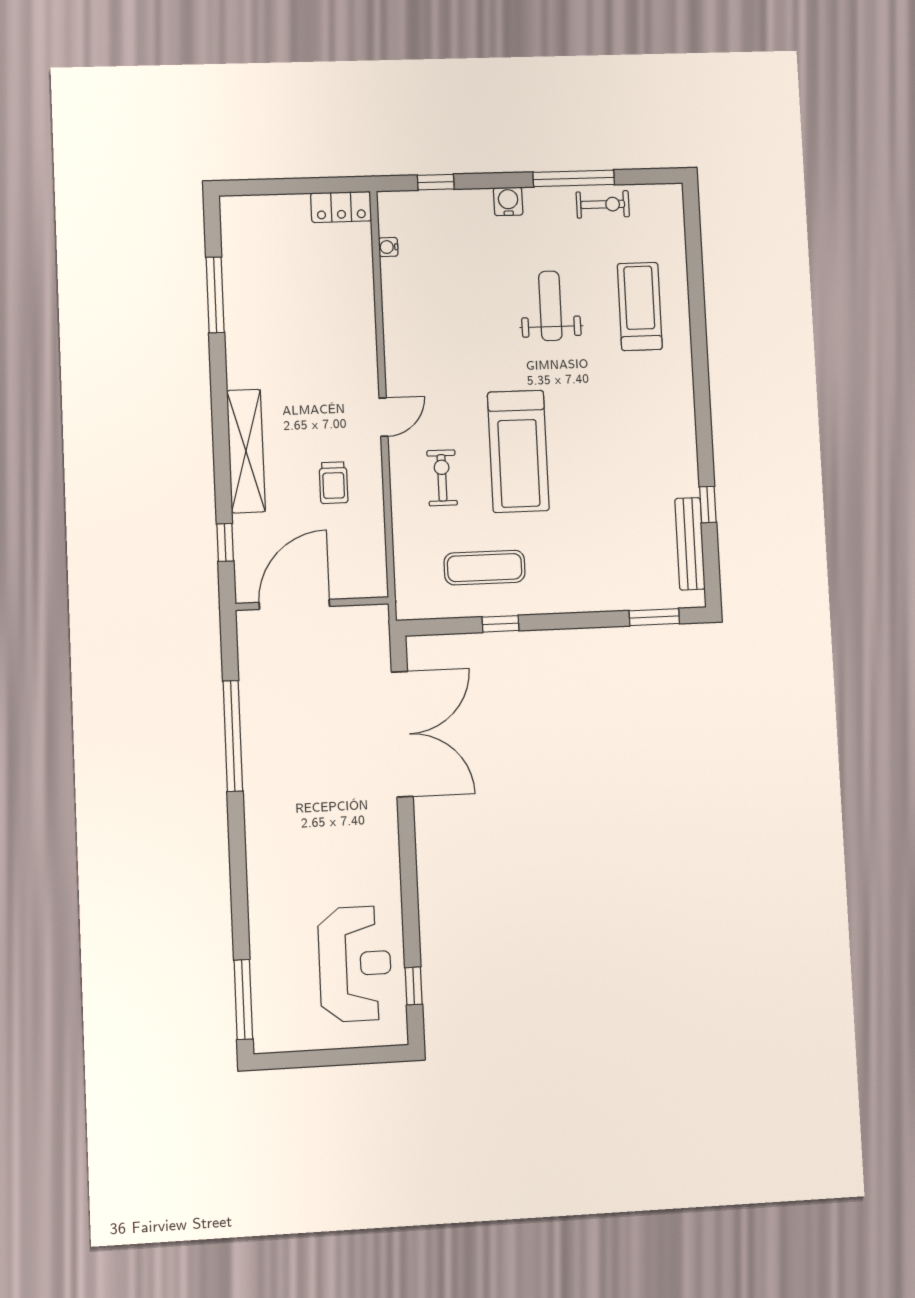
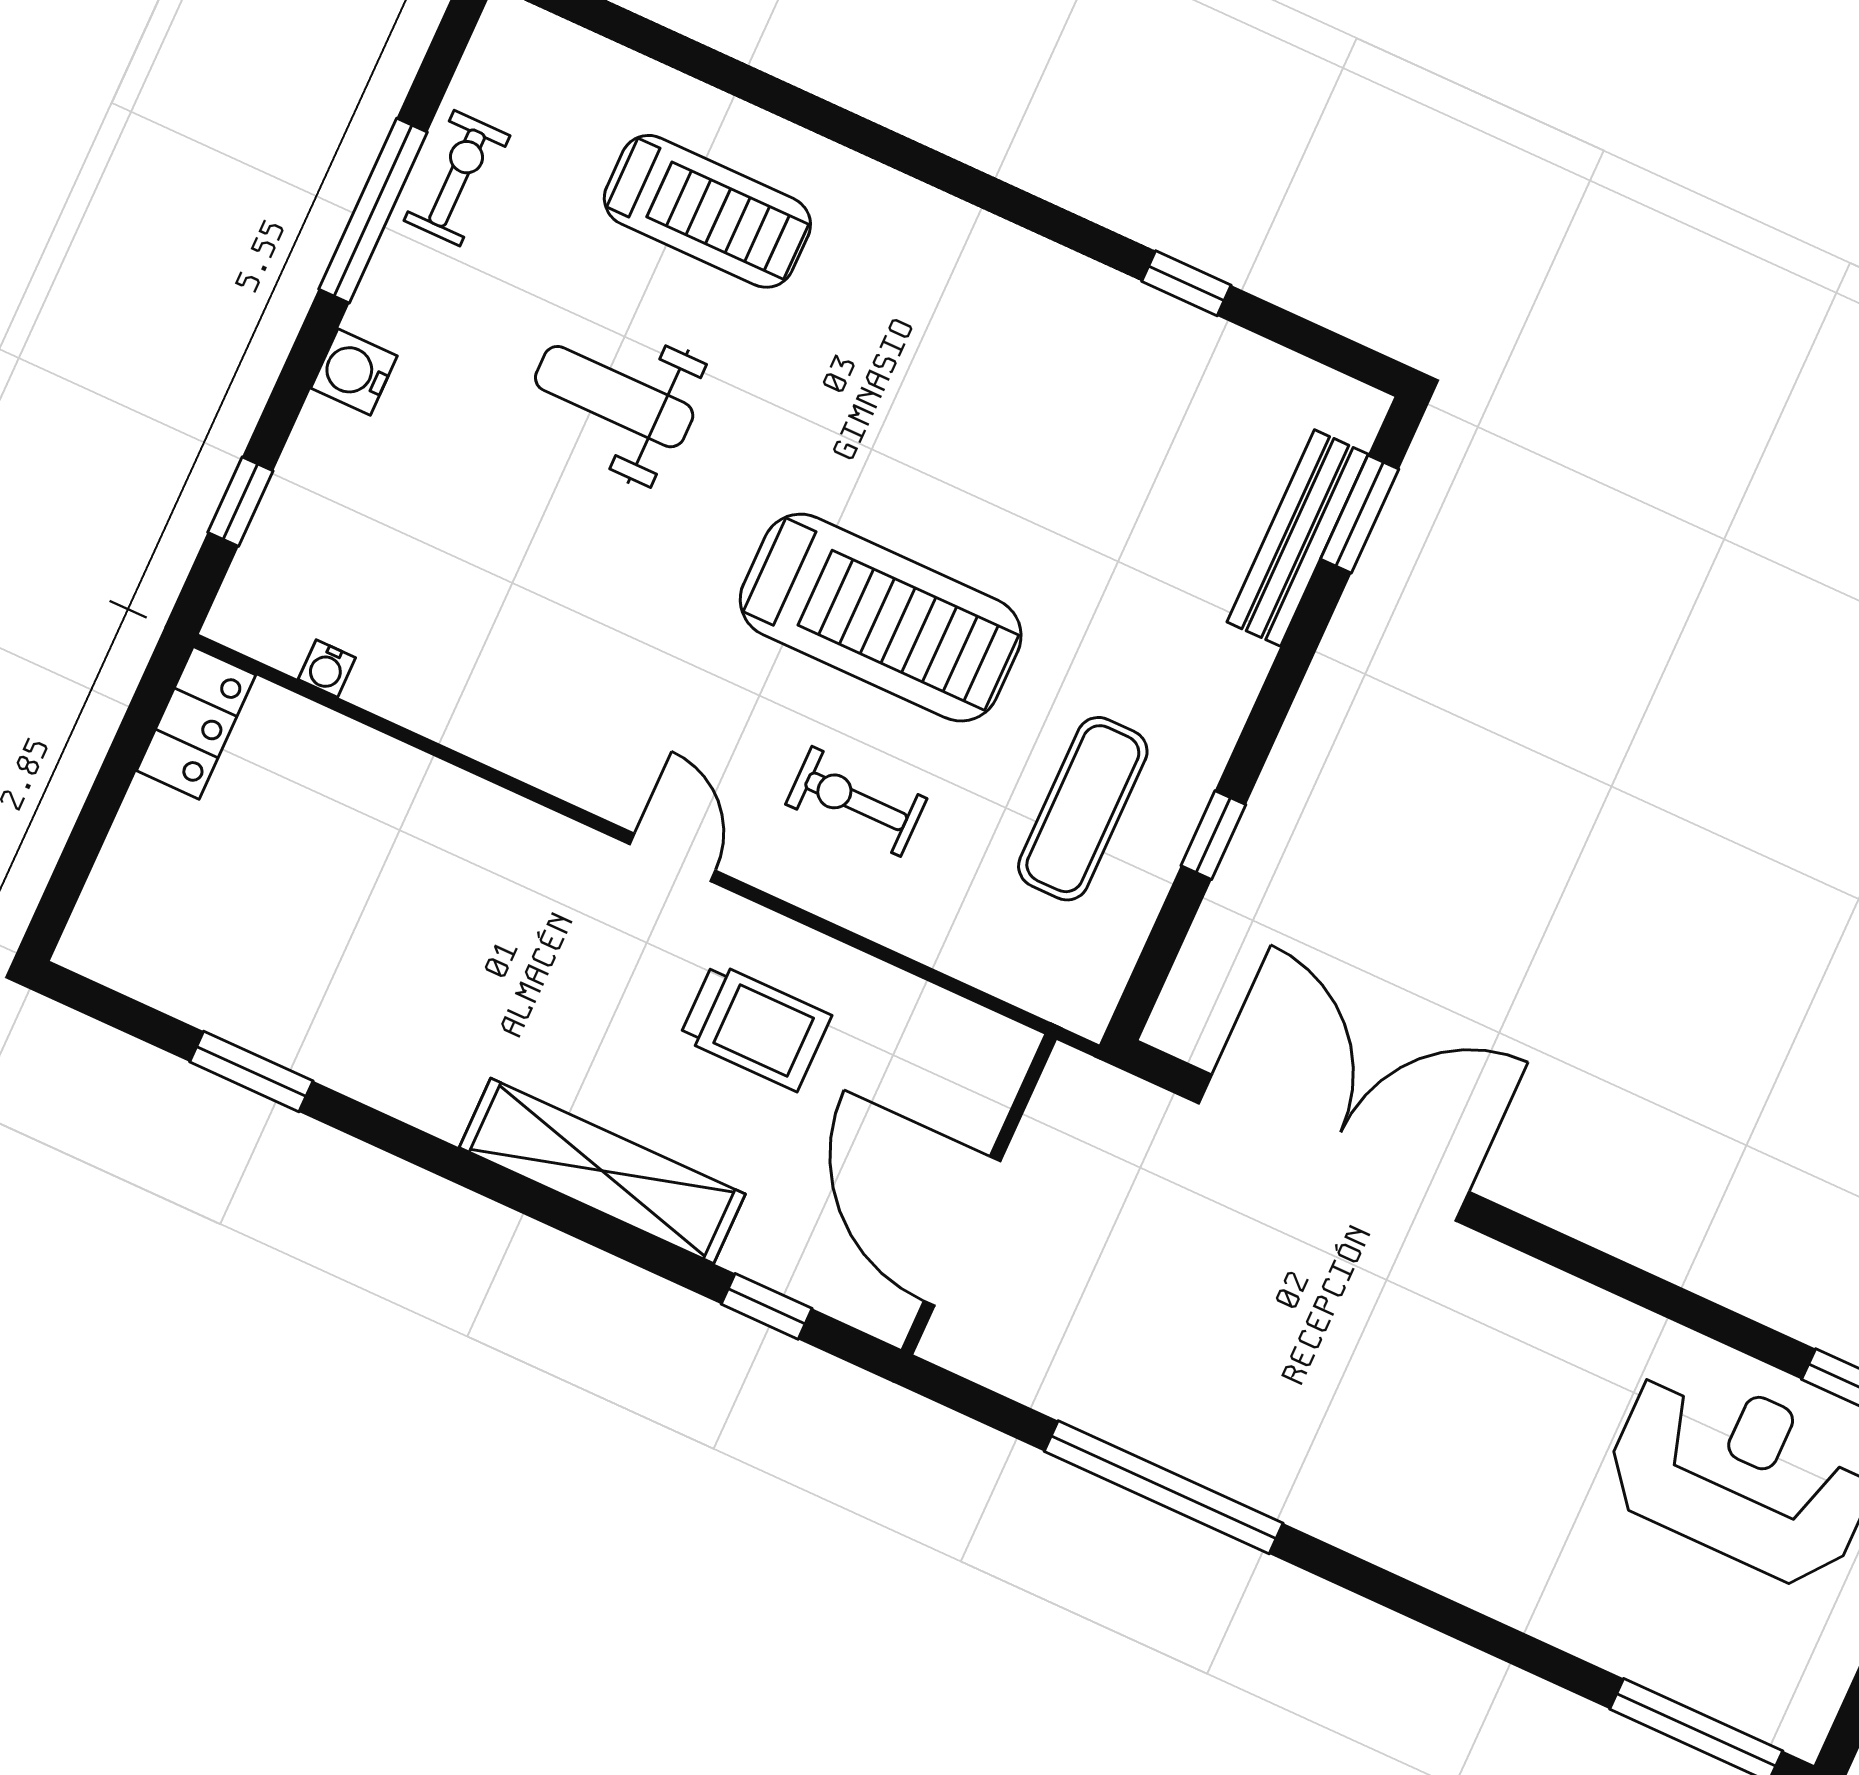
window: (215, 295) -> (251, 1071), width x0.69
treadmill: (640, 306) -> (707, 211), turned 180
trolley: (334, 483) -> (755, 1027), width x1.36, depth x1.39
bench: (690, 544) -> (1298, 538), moved, turned 90

